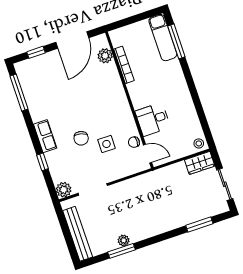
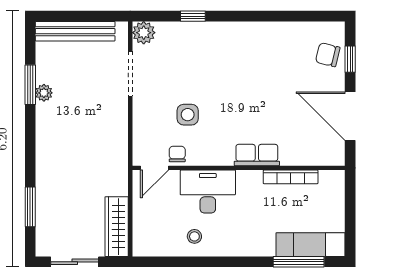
plant: (105, 56) -> (312, 155), removed
window: (19, 93) -> (302, 16), removed
desk: (153, 119) -> (208, 192), width x1.37
row of seats: (45, 136) -> (257, 155), moved, turned 180
chair: (81, 138) -> (328, 55), moved
stool: (199, 143) -> (194, 236), moved
wardrobe: (200, 163) -> (117, 227), width x1.50

